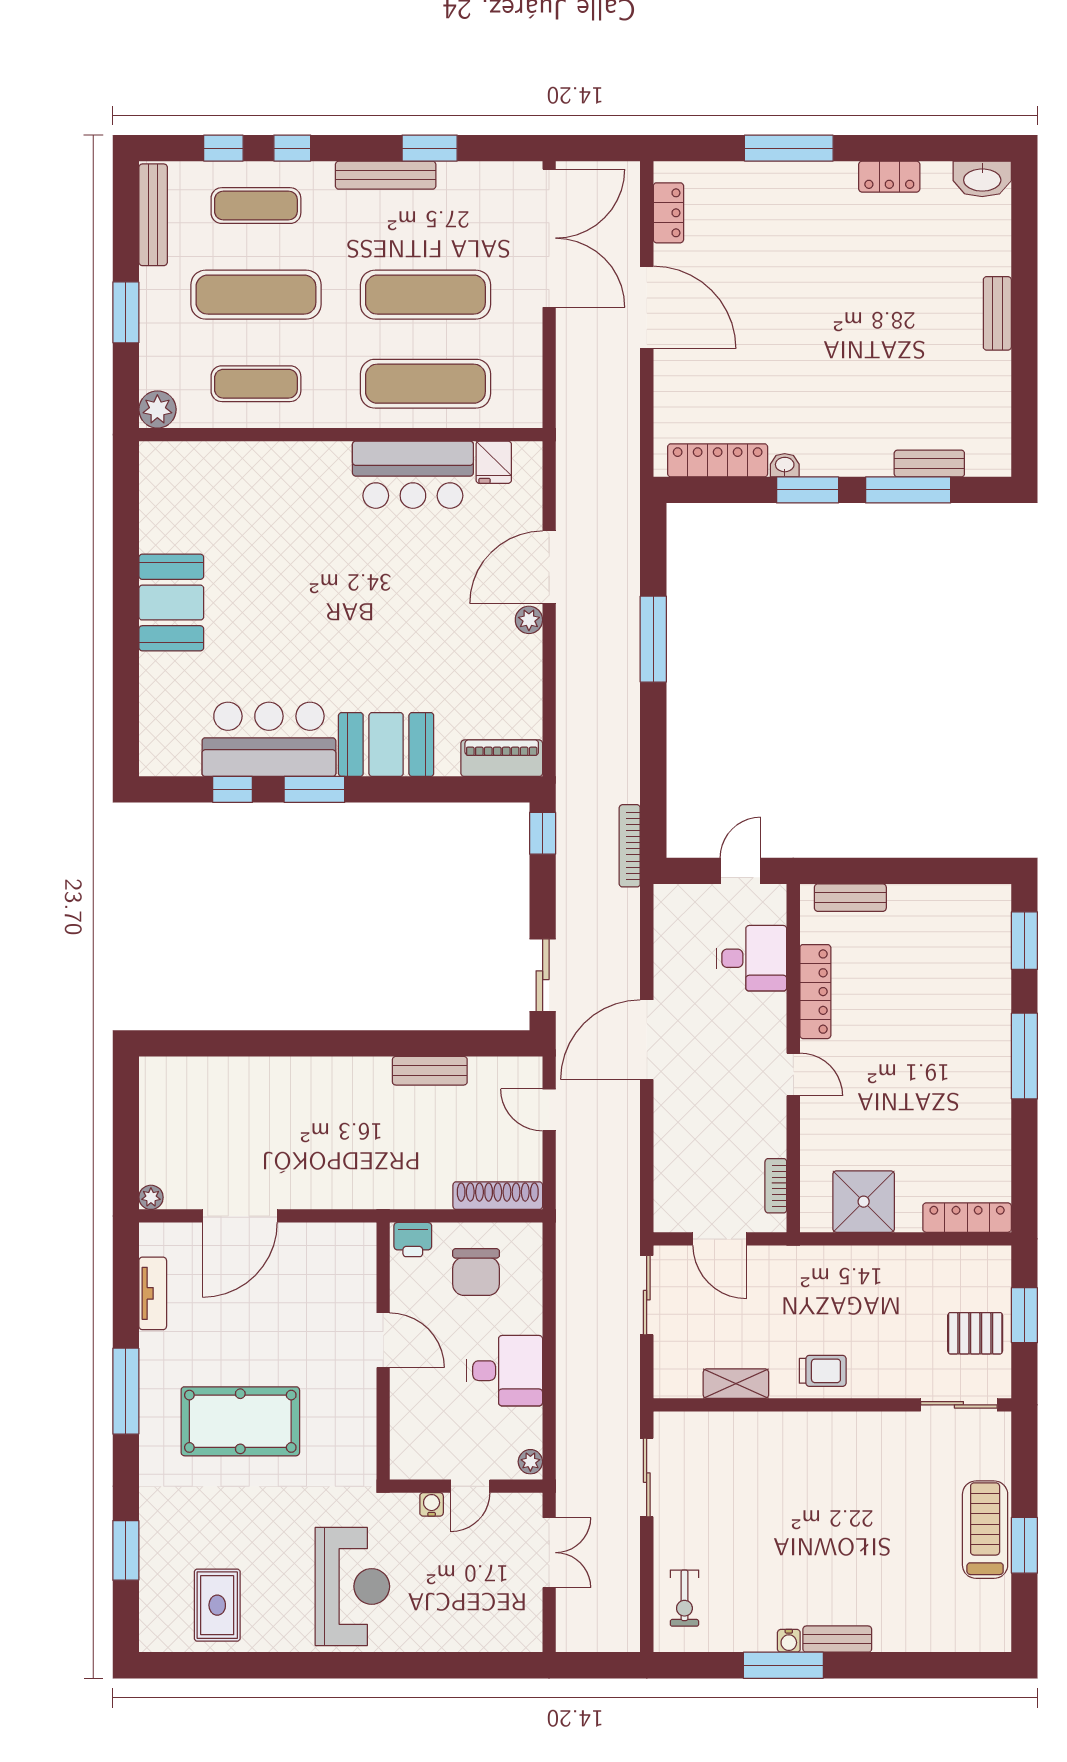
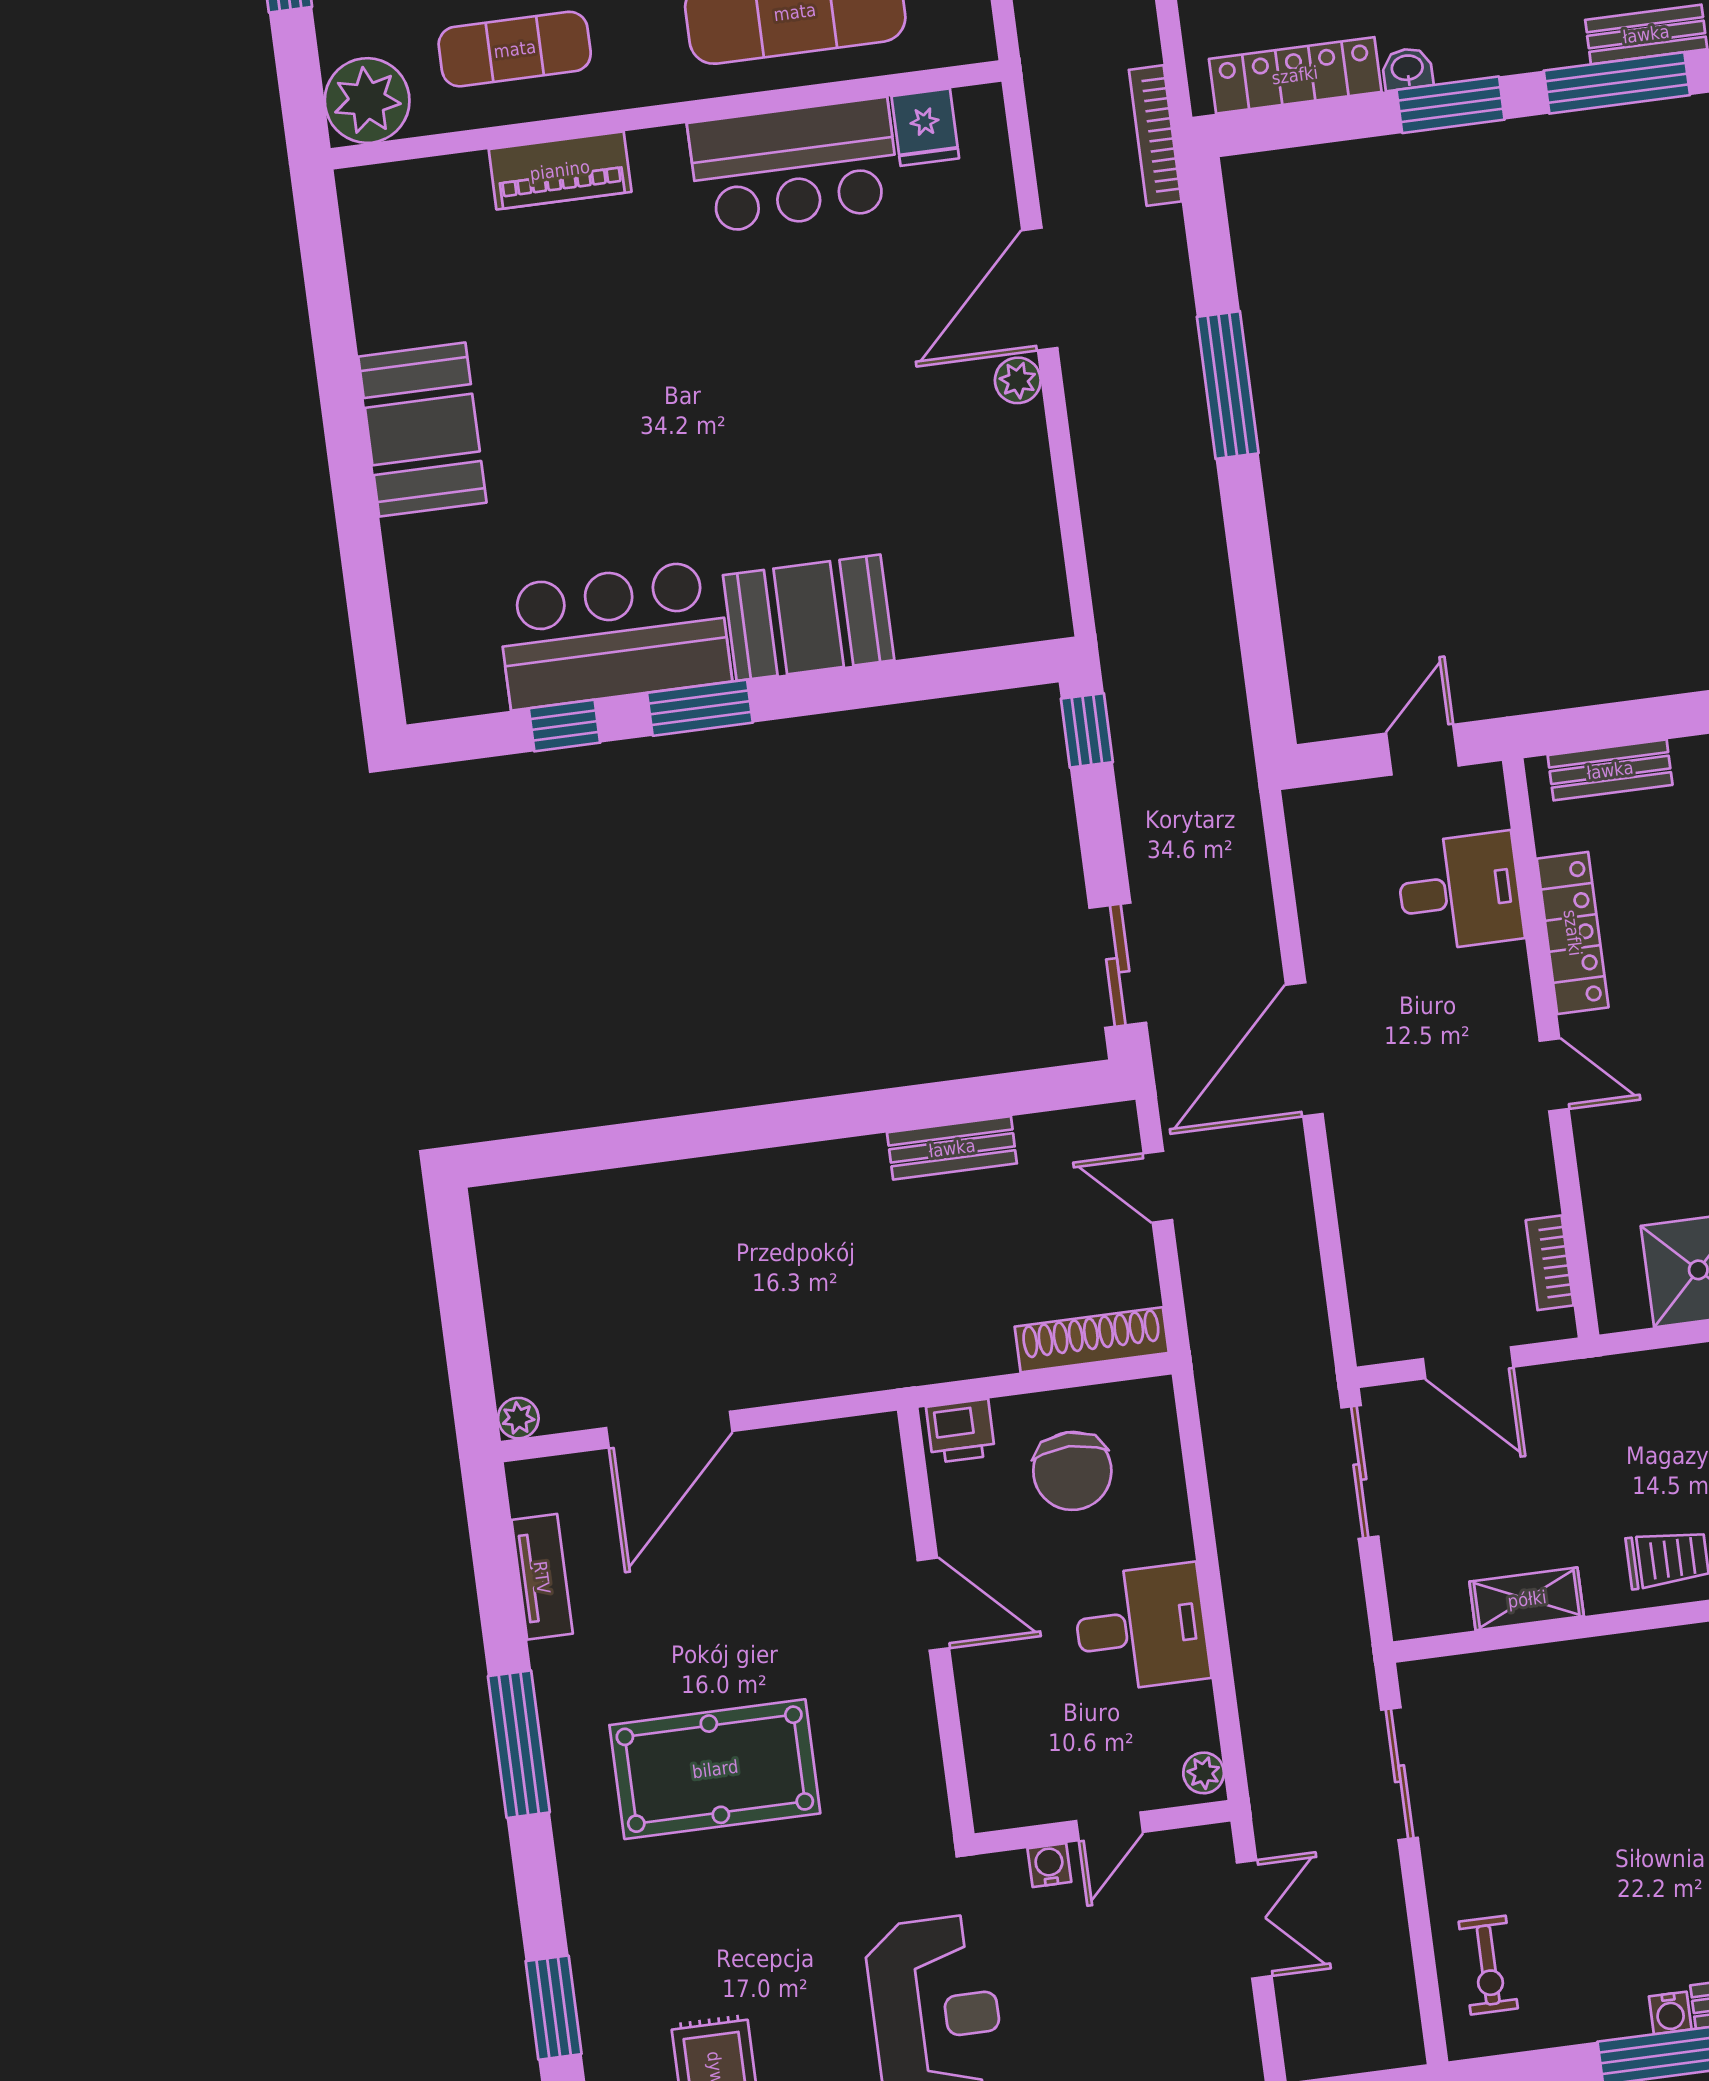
plant: (157, 409) -> (367, 101), width x1.36, depth x1.36
piano: (502, 758) -> (560, 170), moved, turned 180
bookcase: (630, 846) -> (1155, 136), moved

